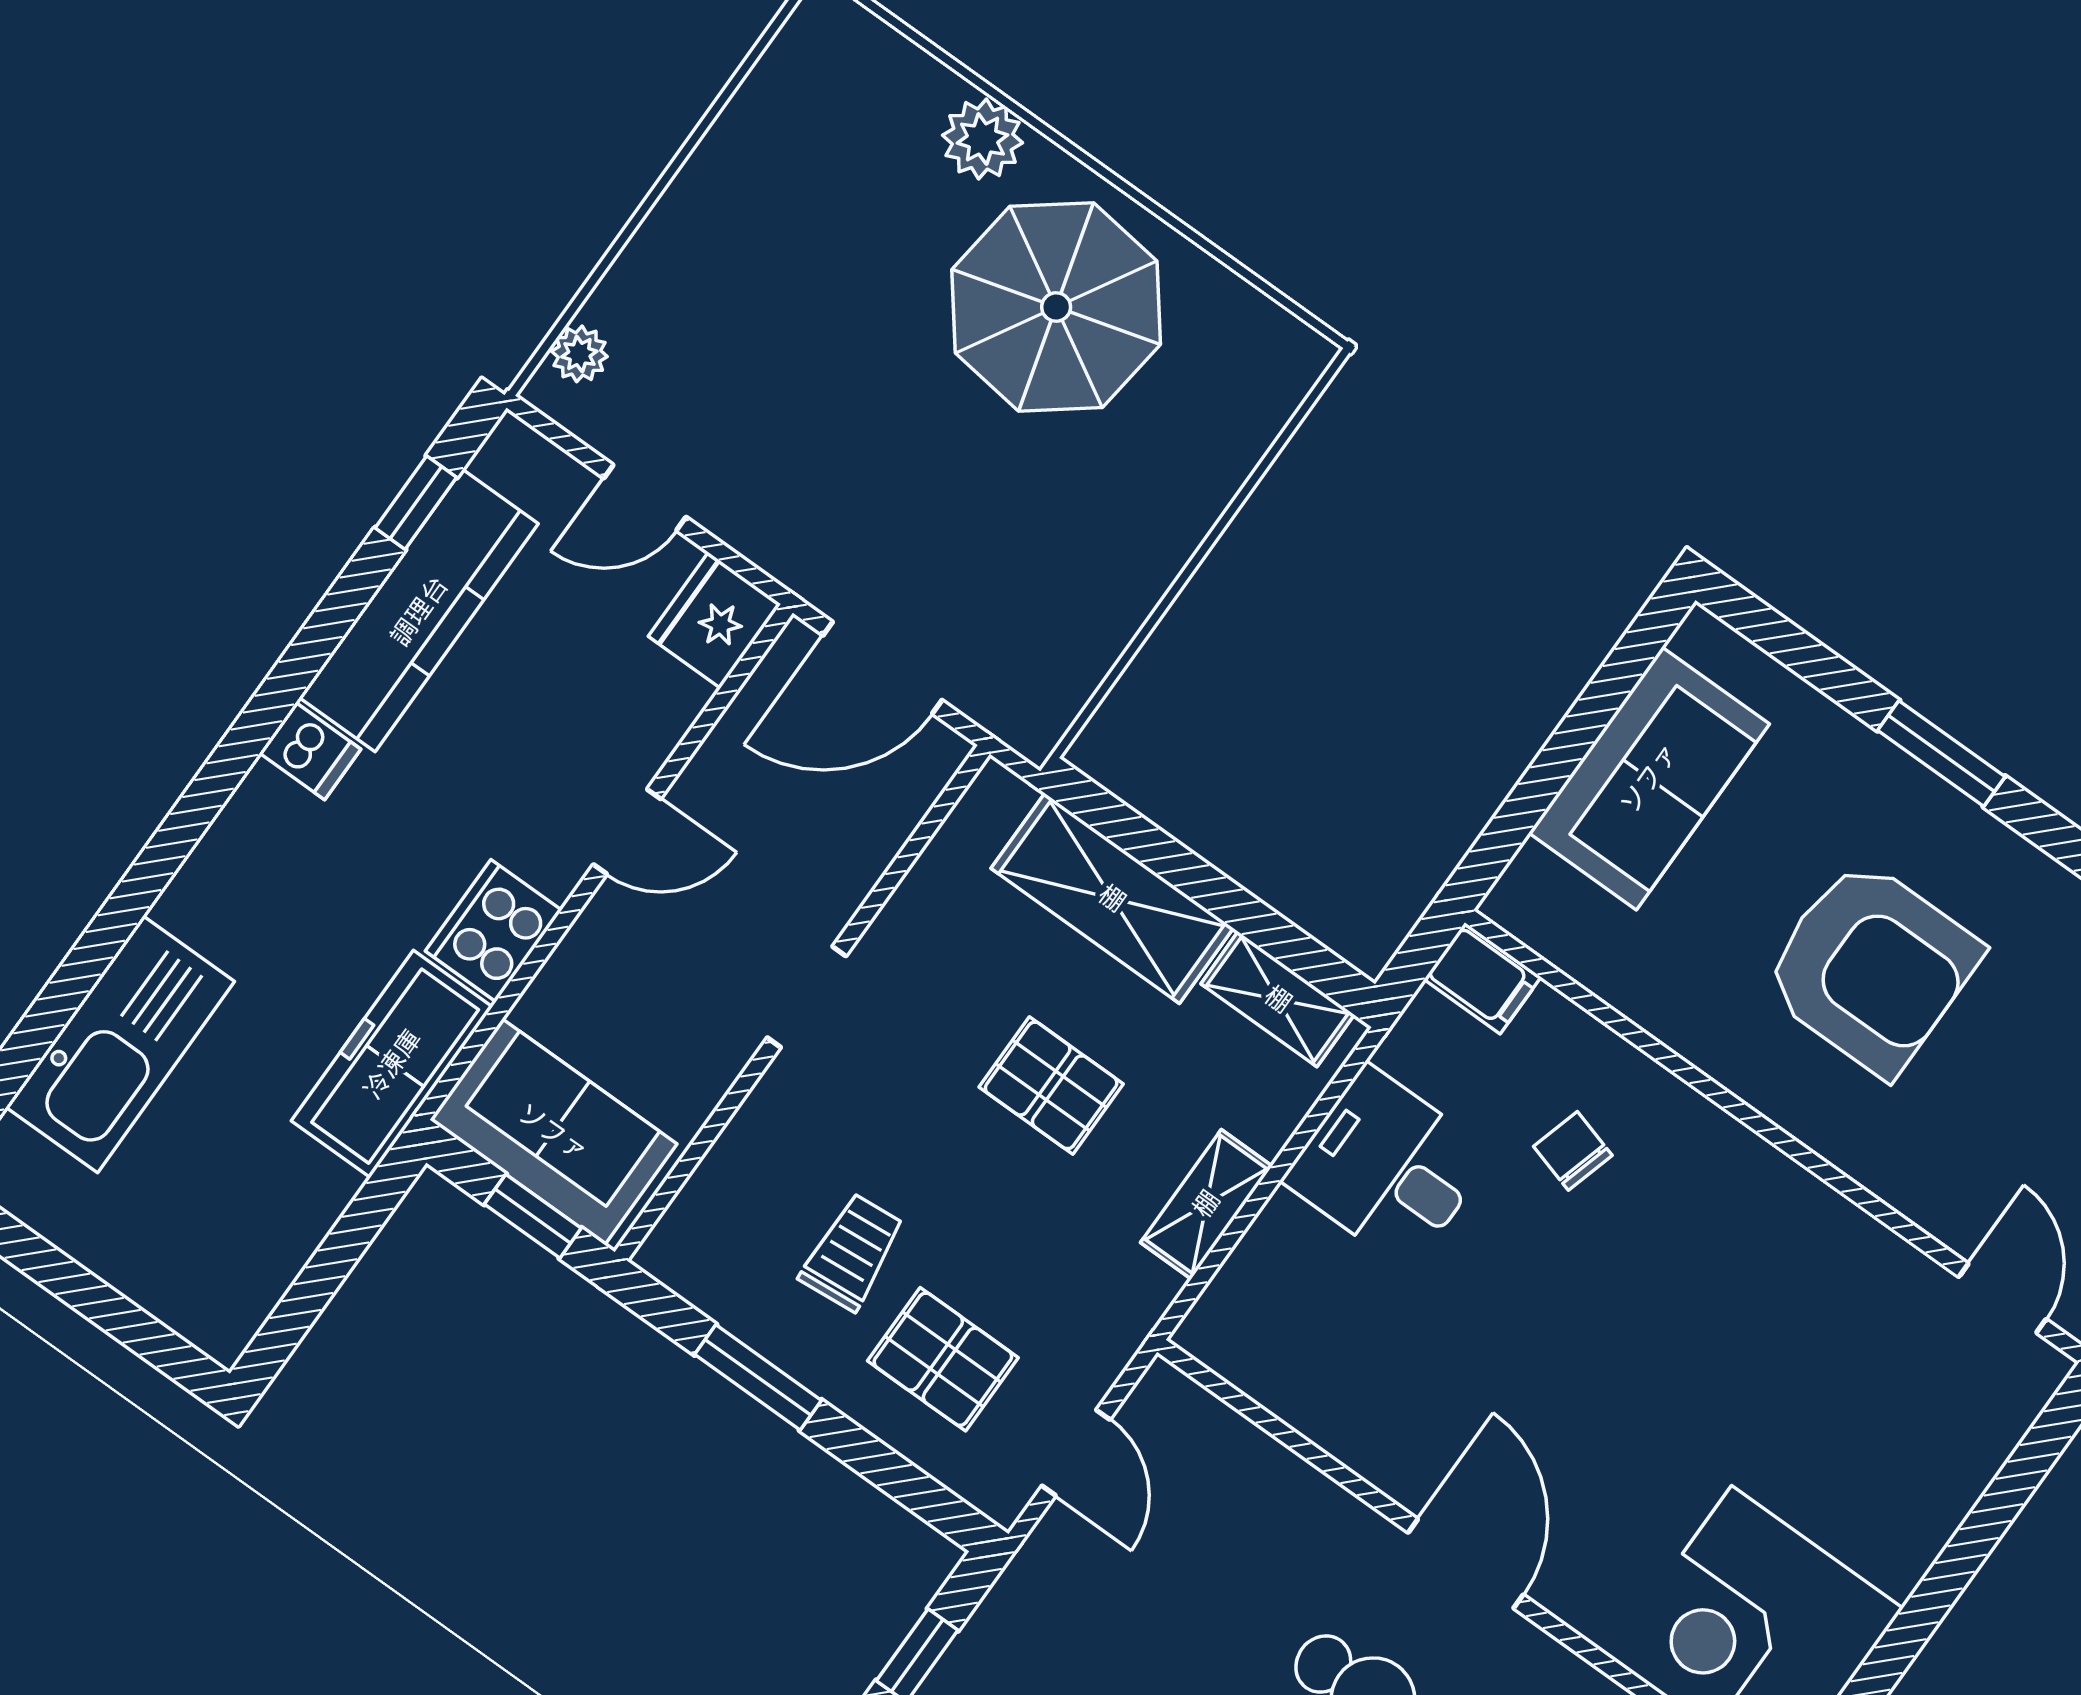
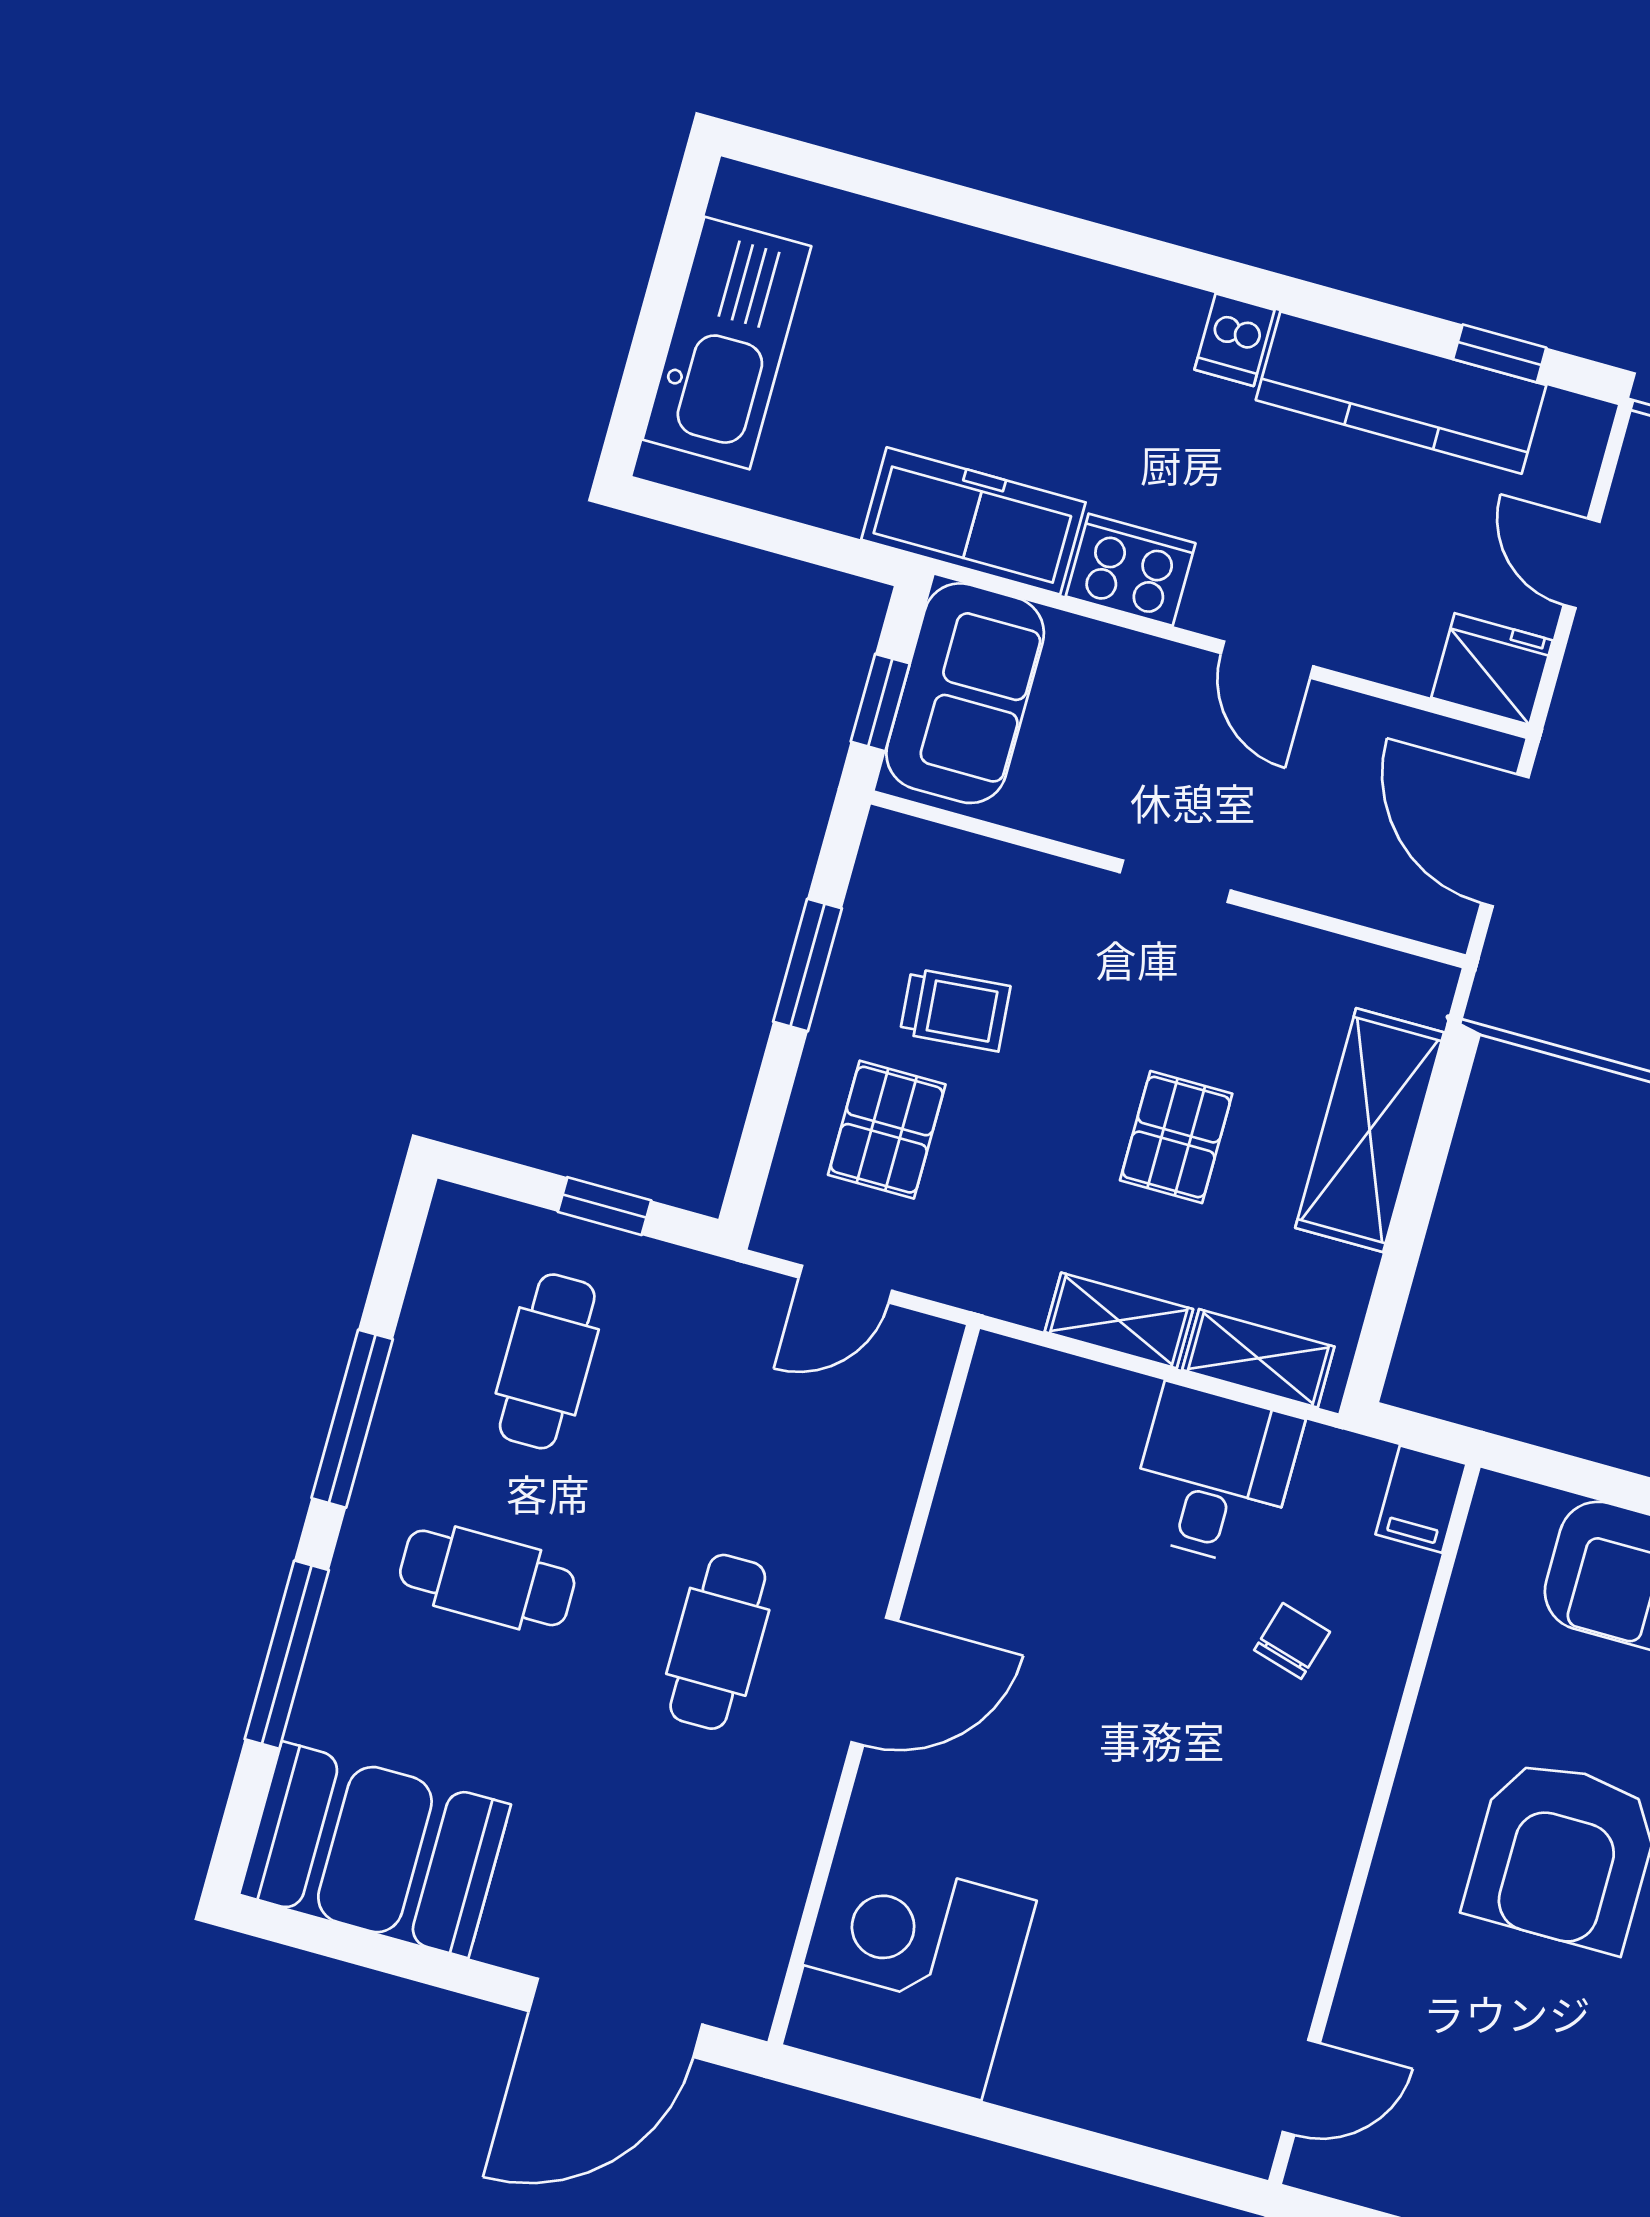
shelving: (1278, 999) -> (1258, 1358), moved, turned 90
kitchen sink: (120, 1044) -> (727, 343), moved, turned -90

